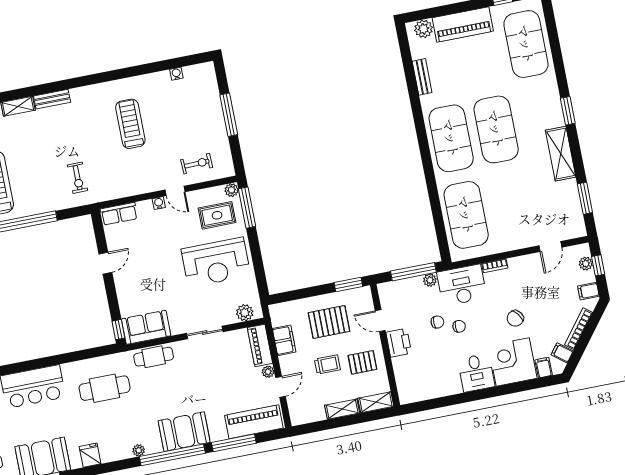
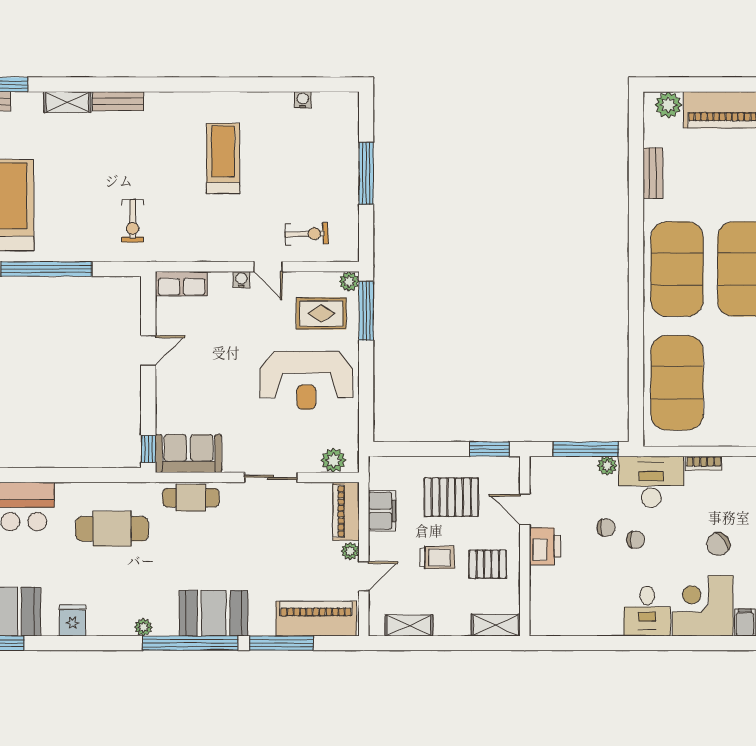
shelving: (342, 409) -> (409, 625), moved

